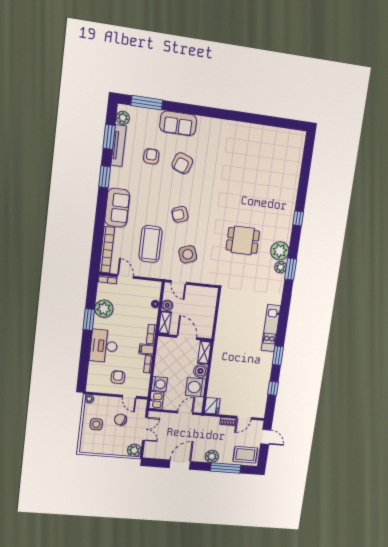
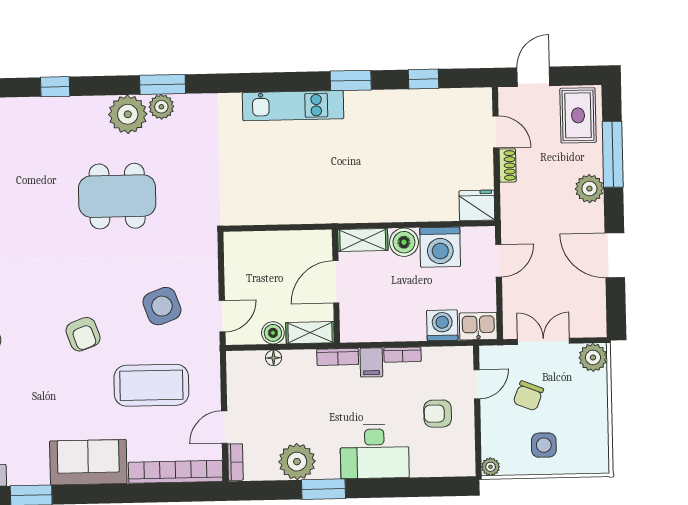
dining table: (243, 240) -> (117, 196), width x1.38
door: (185, 413) -> (499, 261), swing flipped

